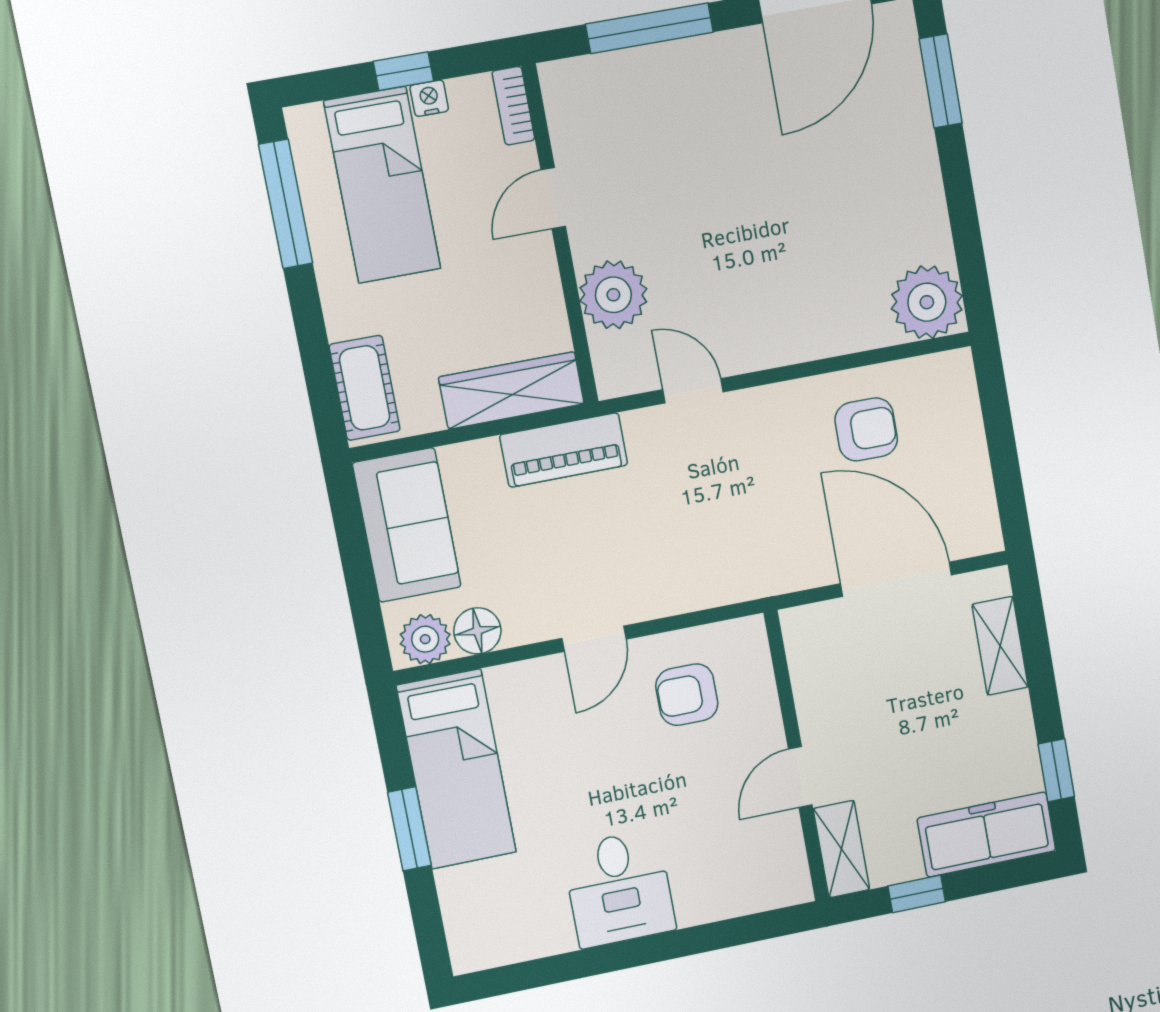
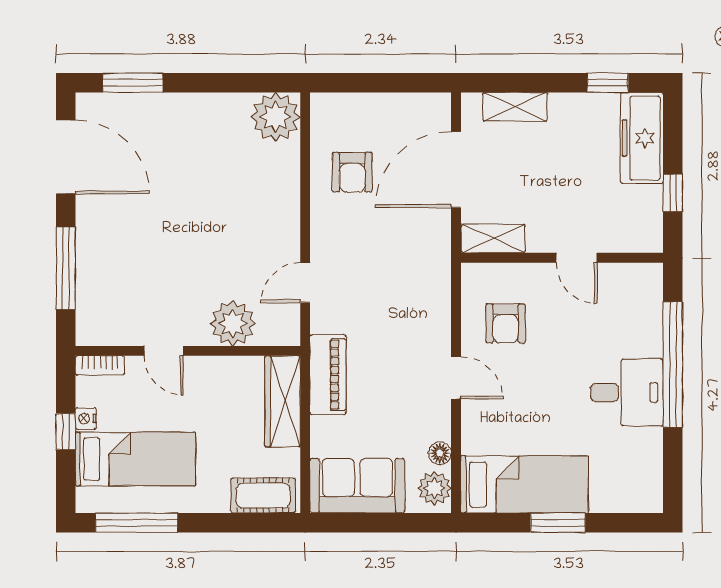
armchair: (866, 429) -> (352, 172), turned 180
floor lamp: (477, 631) -> (440, 453), width x0.73, depth x0.73
shelving: (841, 849) -> (493, 239), moved
window: (672, 945) -> (673, 365), added

